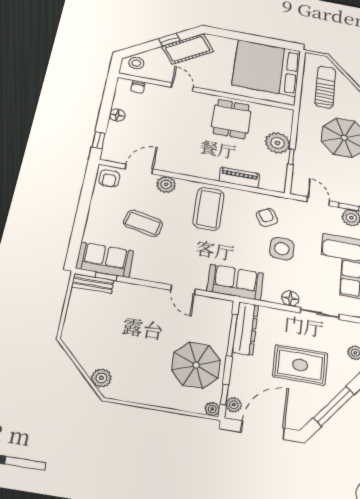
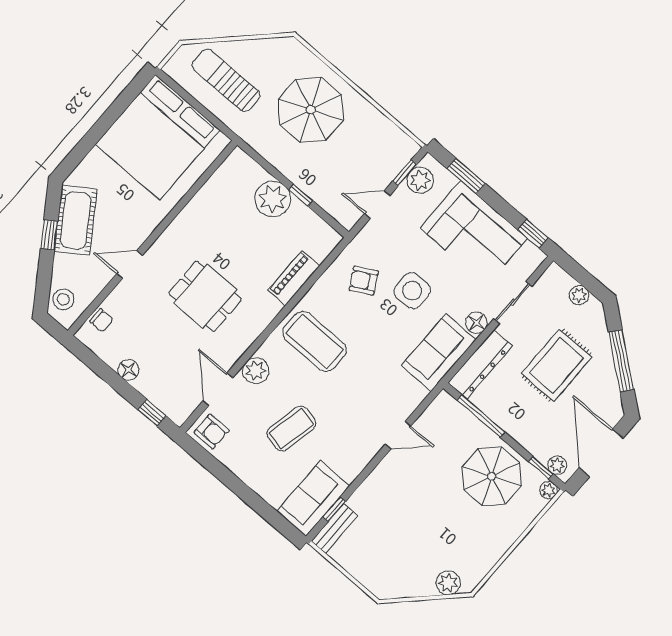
dining table: (231, 119) -> (205, 296), moved
sofa: (235, 282) -> (439, 352), moved
dresser: (246, 329) -> (480, 365), moved, turned 90

